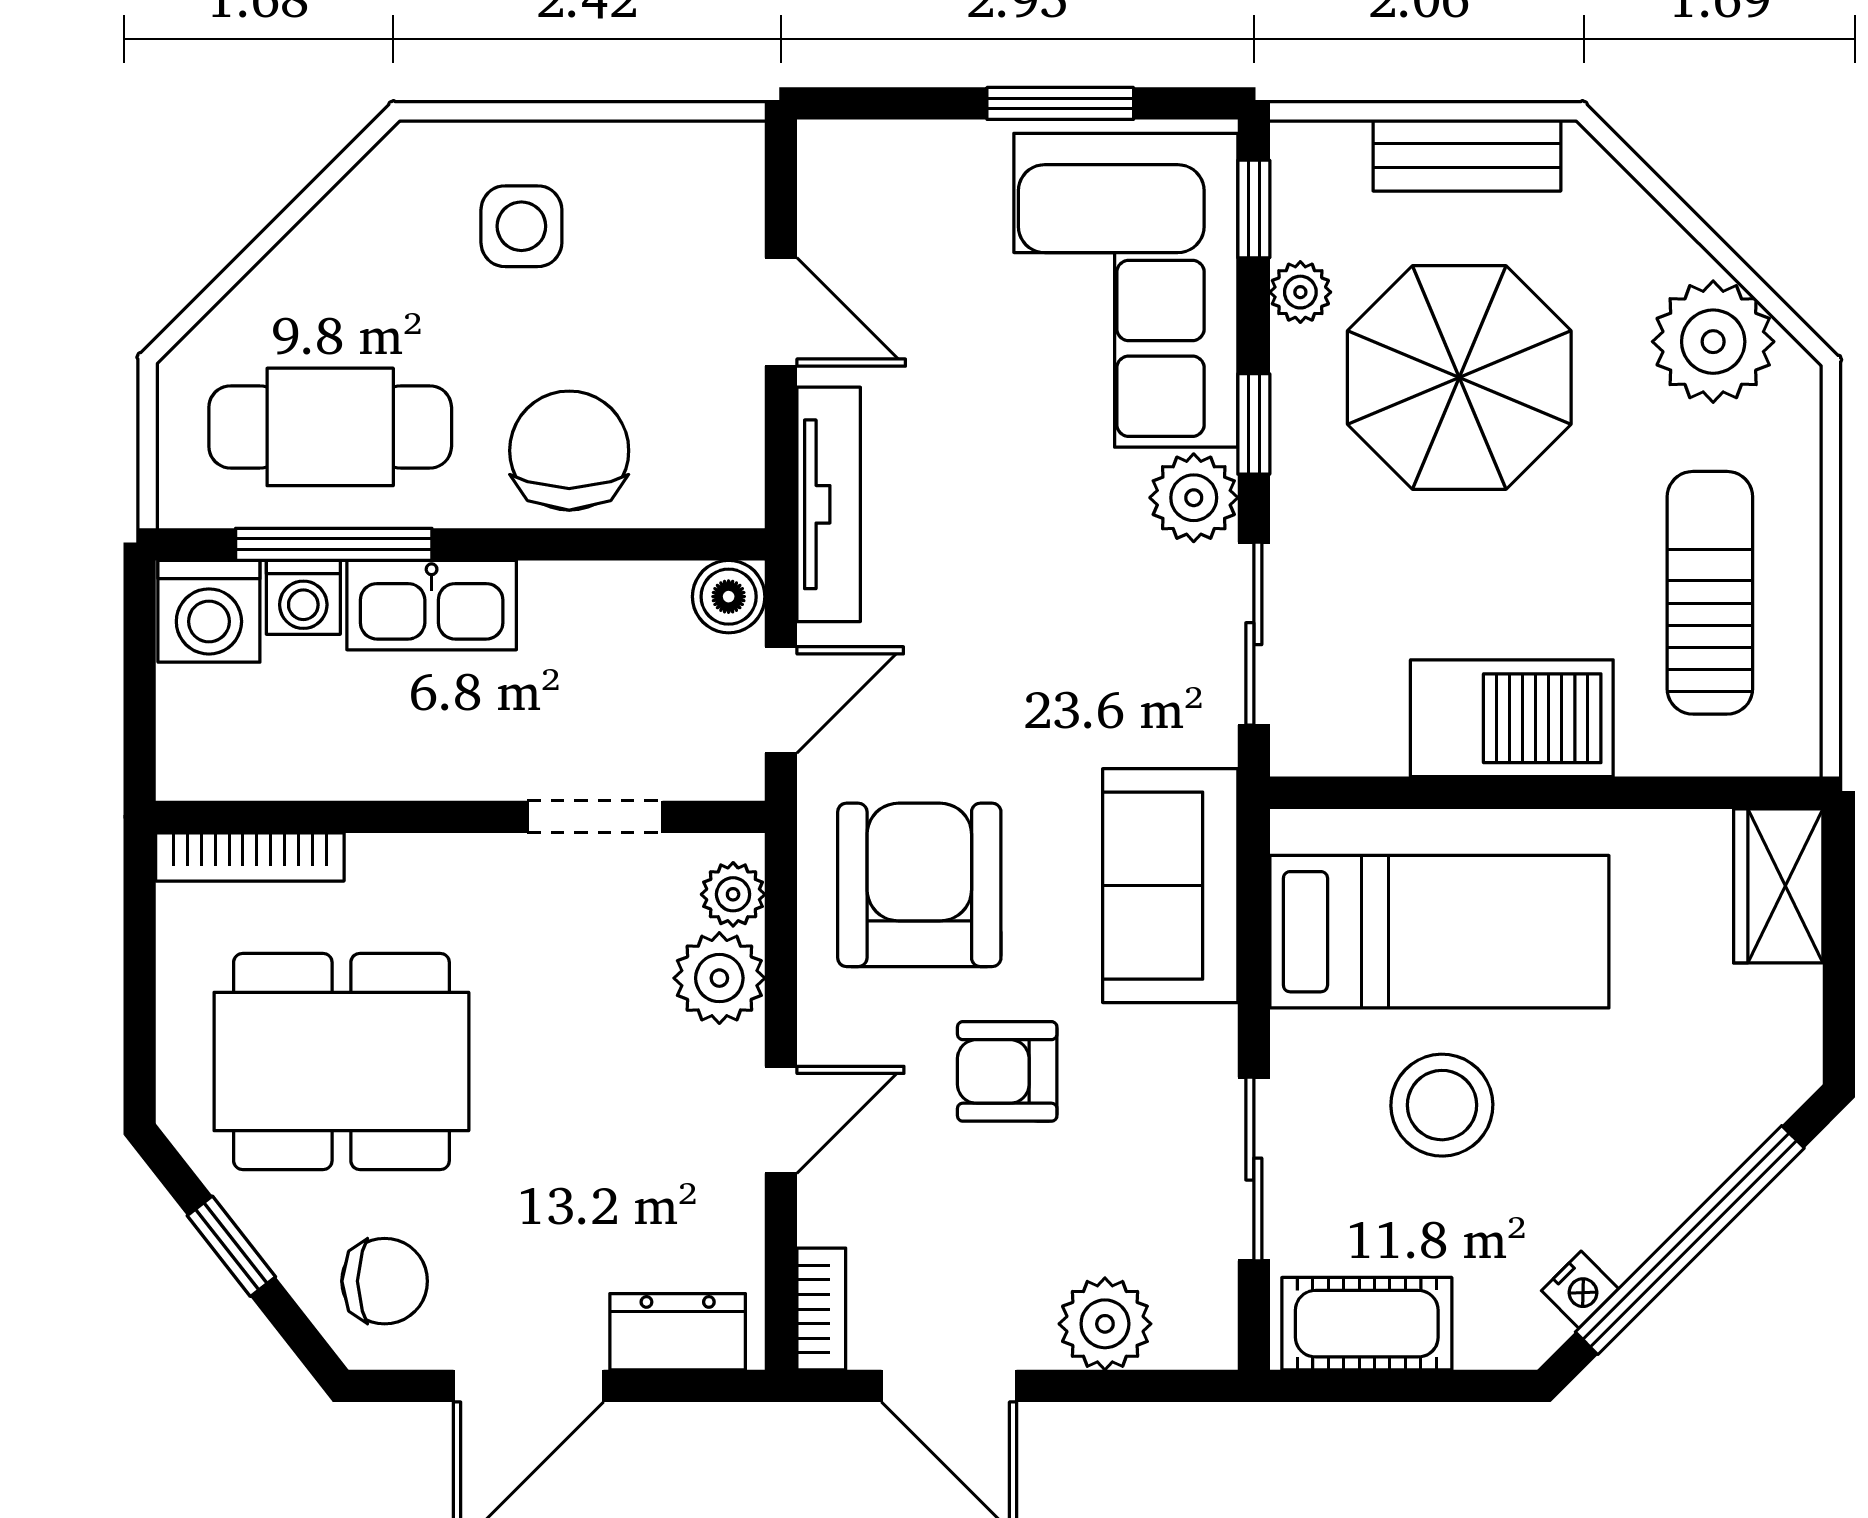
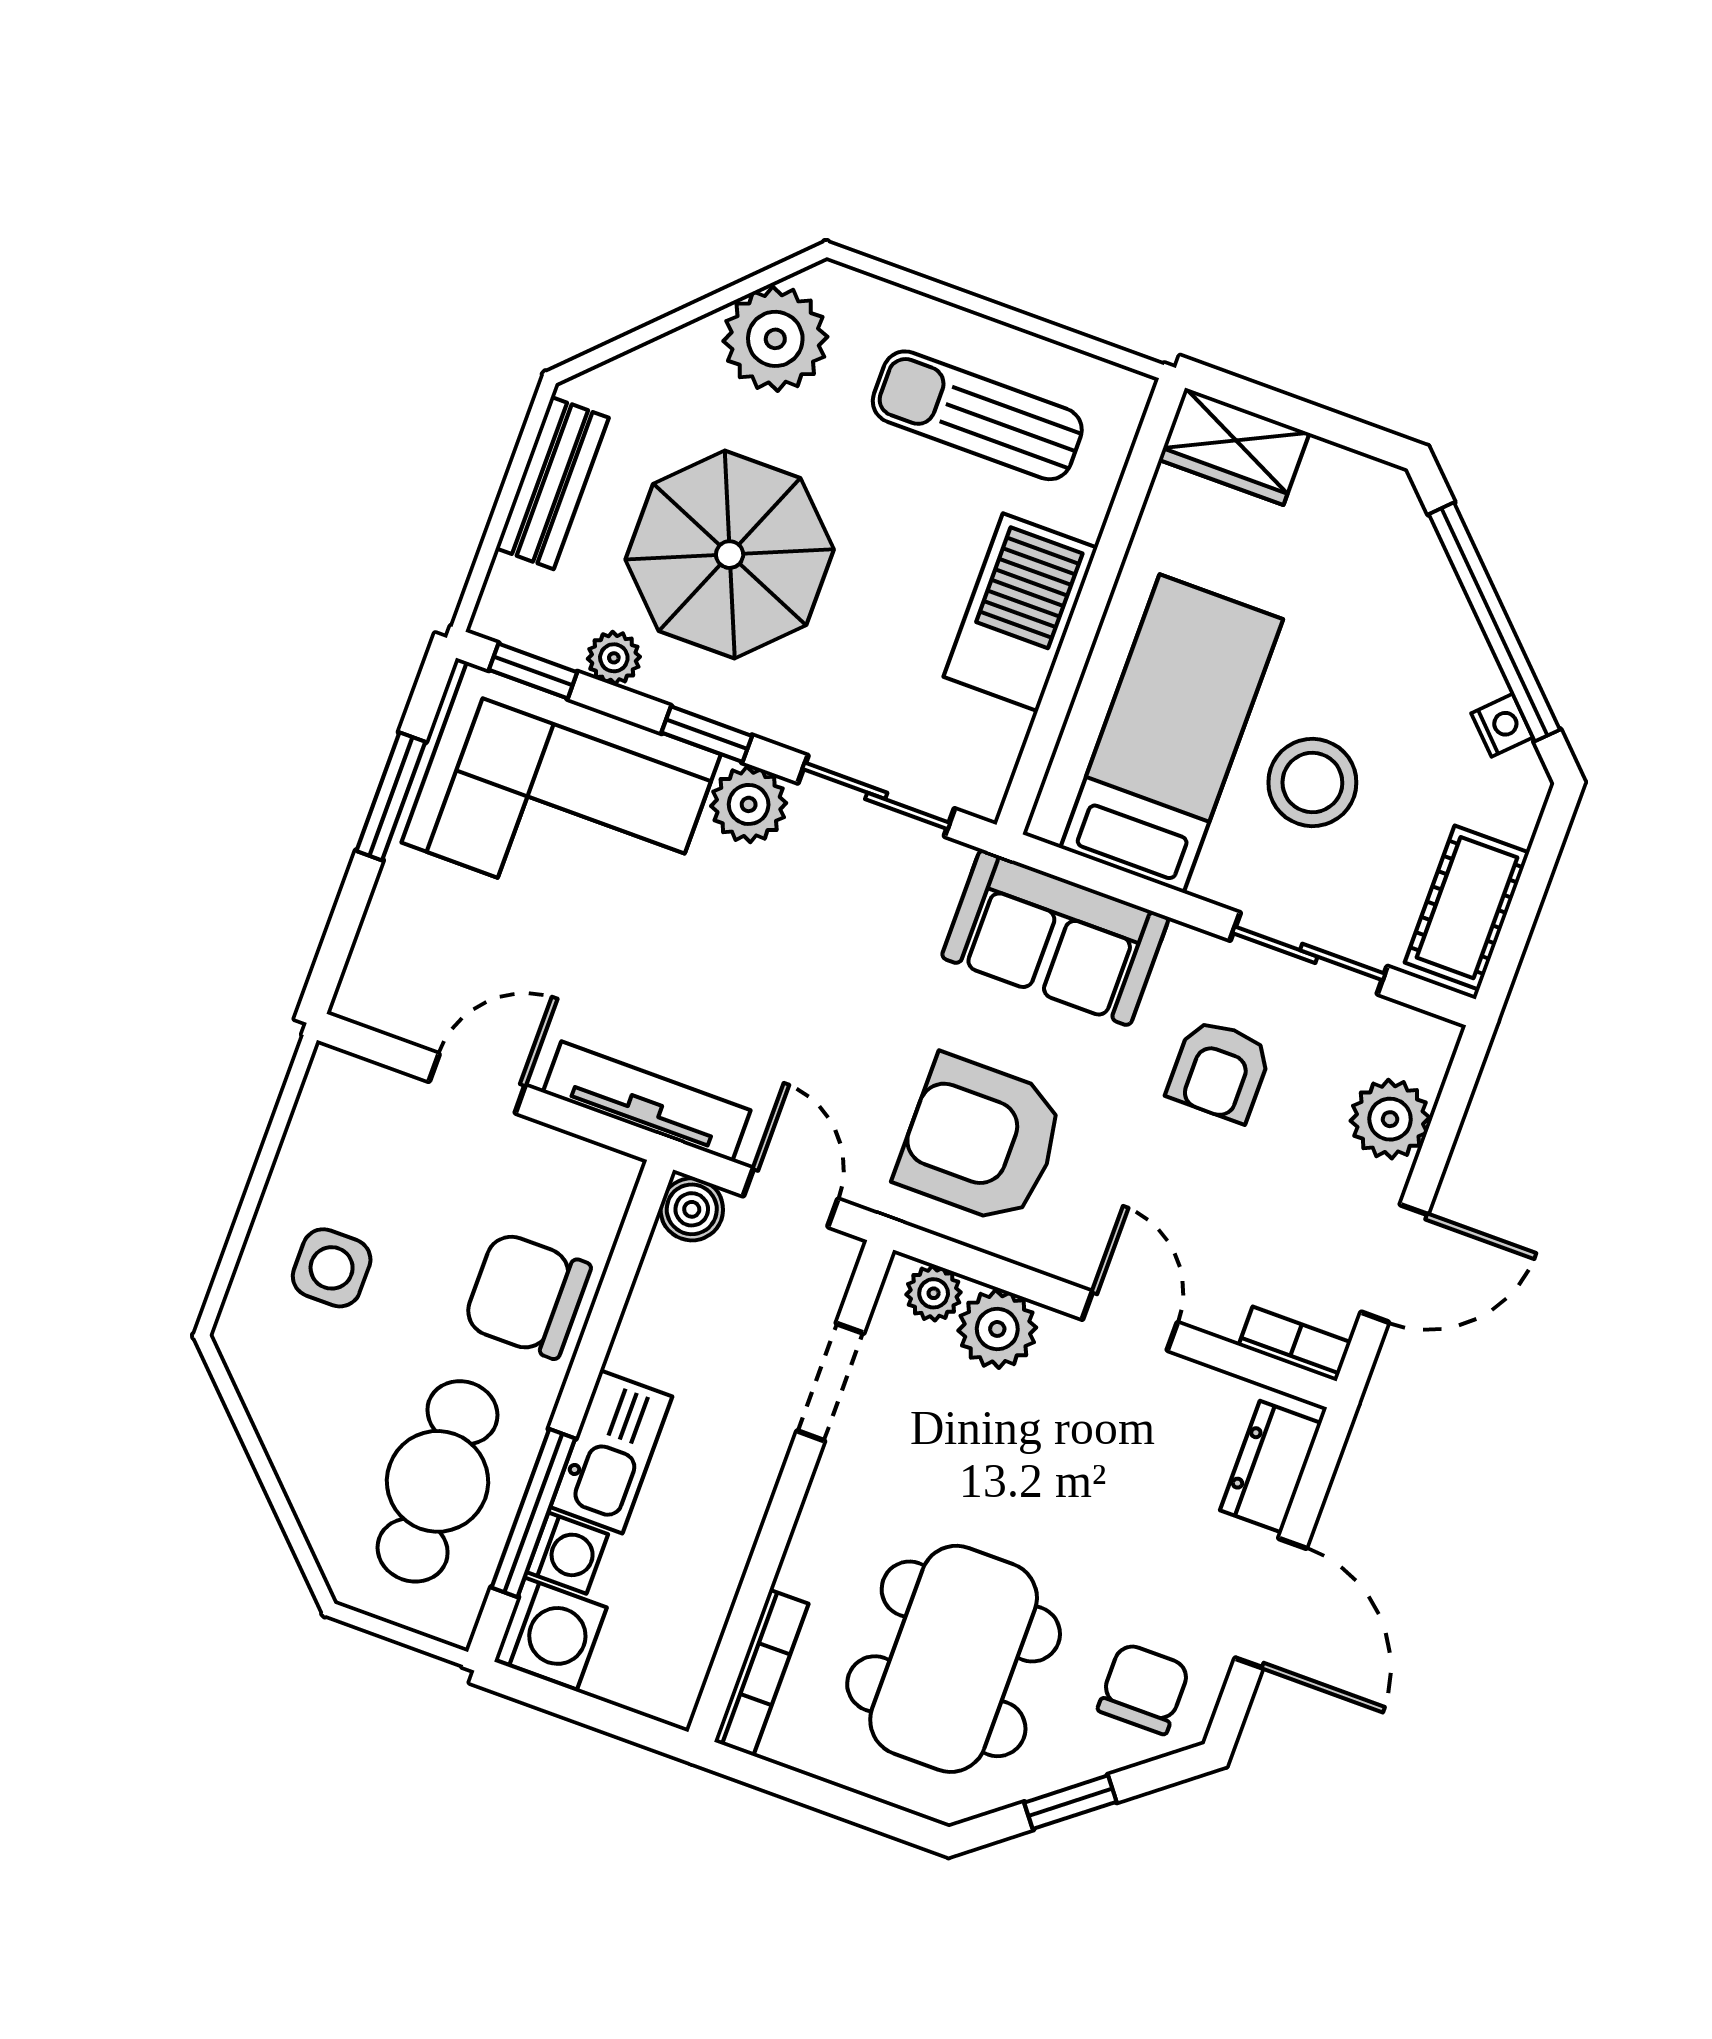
armchair: (1007, 1071) -> (1219, 1070), moved

